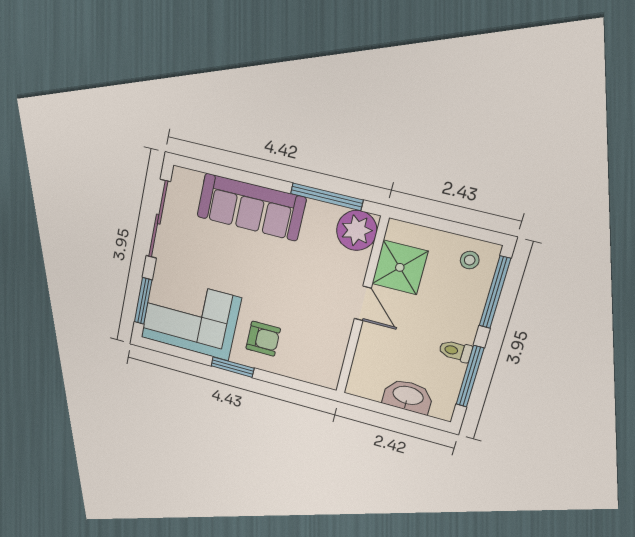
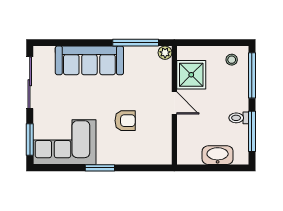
plant: (357, 230) -> (165, 53), width x0.53, depth x0.53
armchair: (263, 339) -> (125, 121), moved

